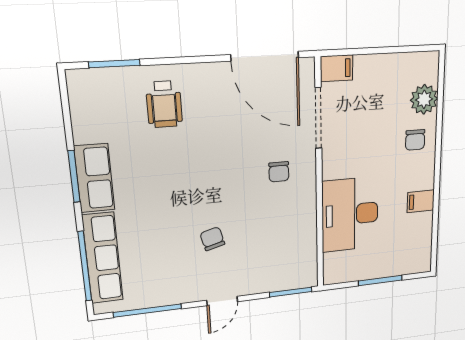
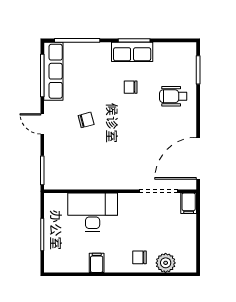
chair: (279, 172) -> (131, 87), moved
row of seats: (103, 258) -> (53, 71), moved, turned -90

